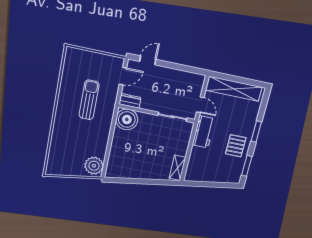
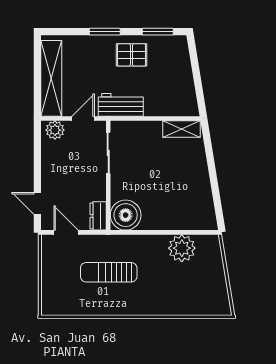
plant: (197, 84) -> (55, 130), added
plant: (94, 166) -> (182, 248), moved

